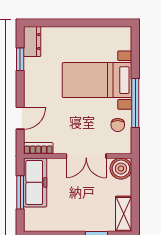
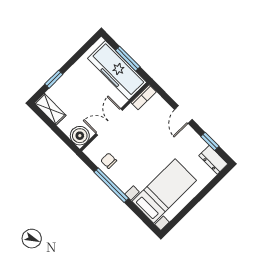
bed with nightstands: (97, 80) -> (164, 191), moved
door: (20, 118) -> (183, 115), moved
freezer: (35, 182) -> (117, 70), width x1.36, depth x1.26

